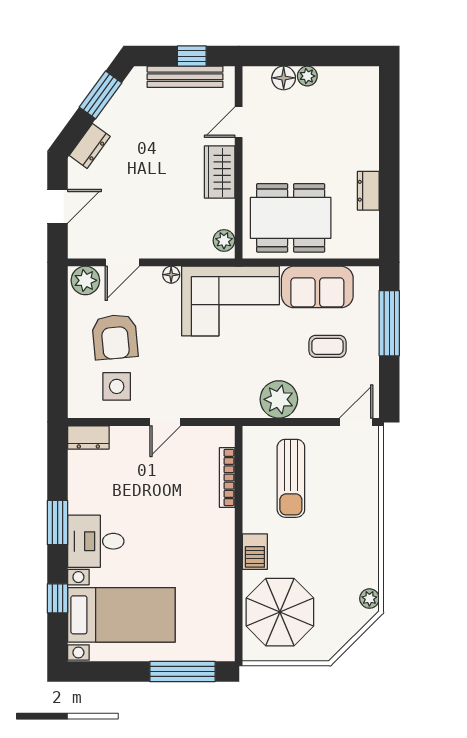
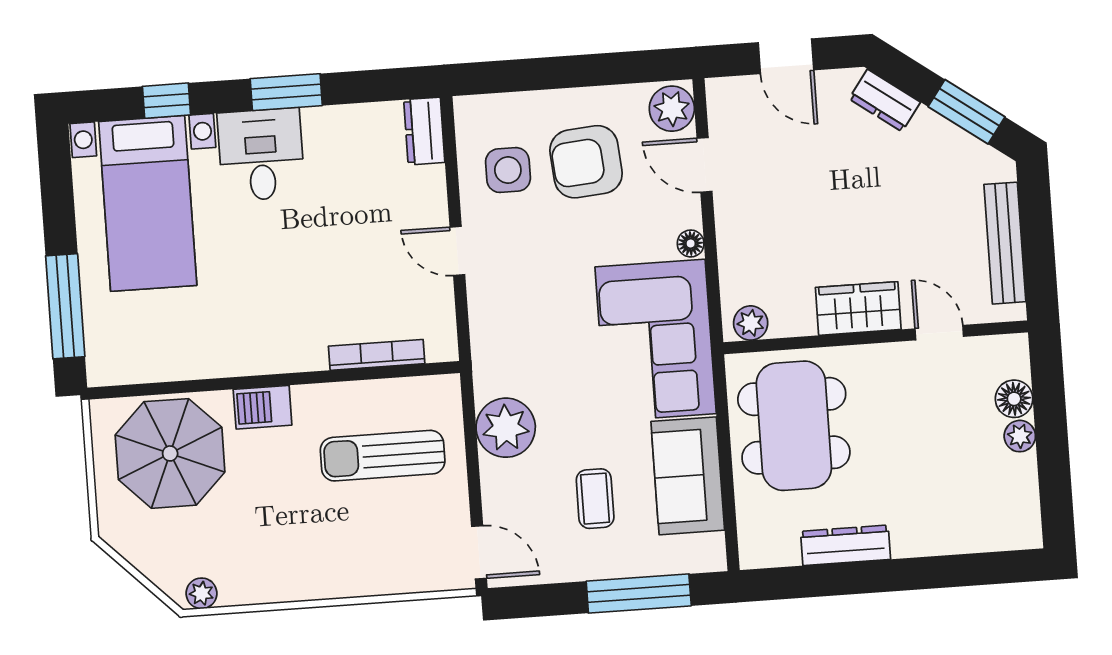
window: (192, 56) -> (1038, 251), removed
dresser: (368, 191) -> (845, 545), width x1.44

